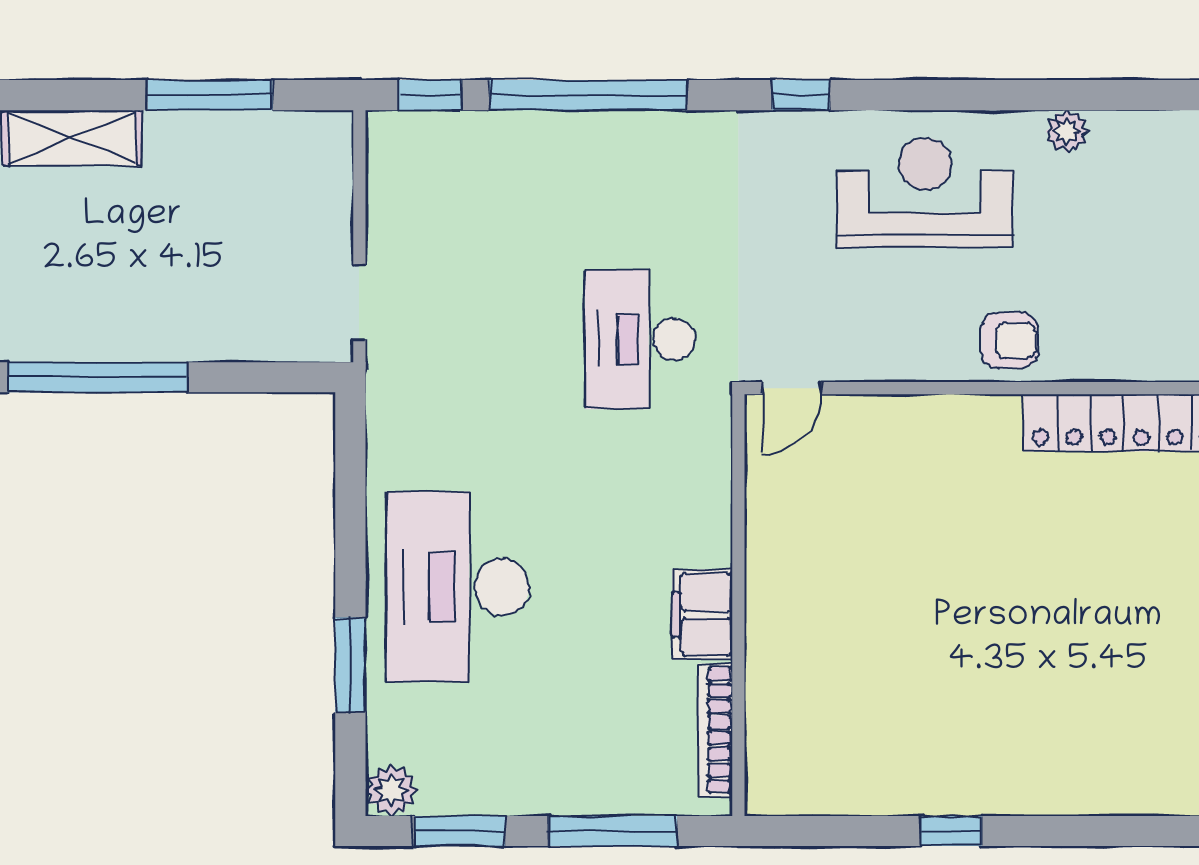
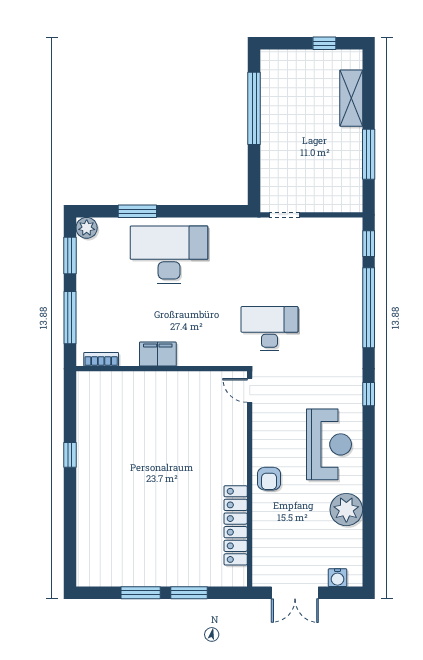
plant: (1067, 131) -> (346, 510), width x1.88, depth x1.88
bookcase: (715, 730) -> (101, 359), width x0.64

